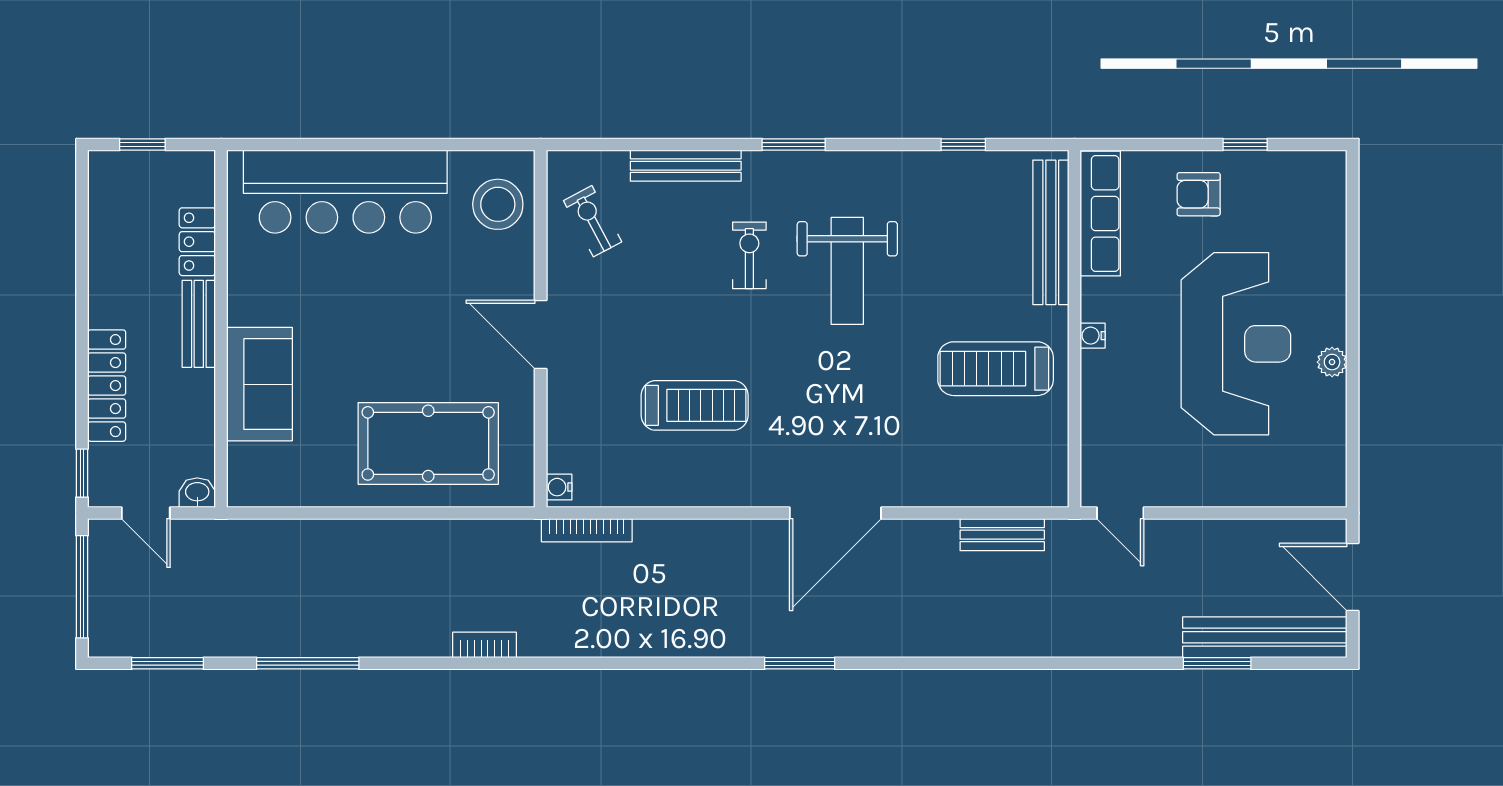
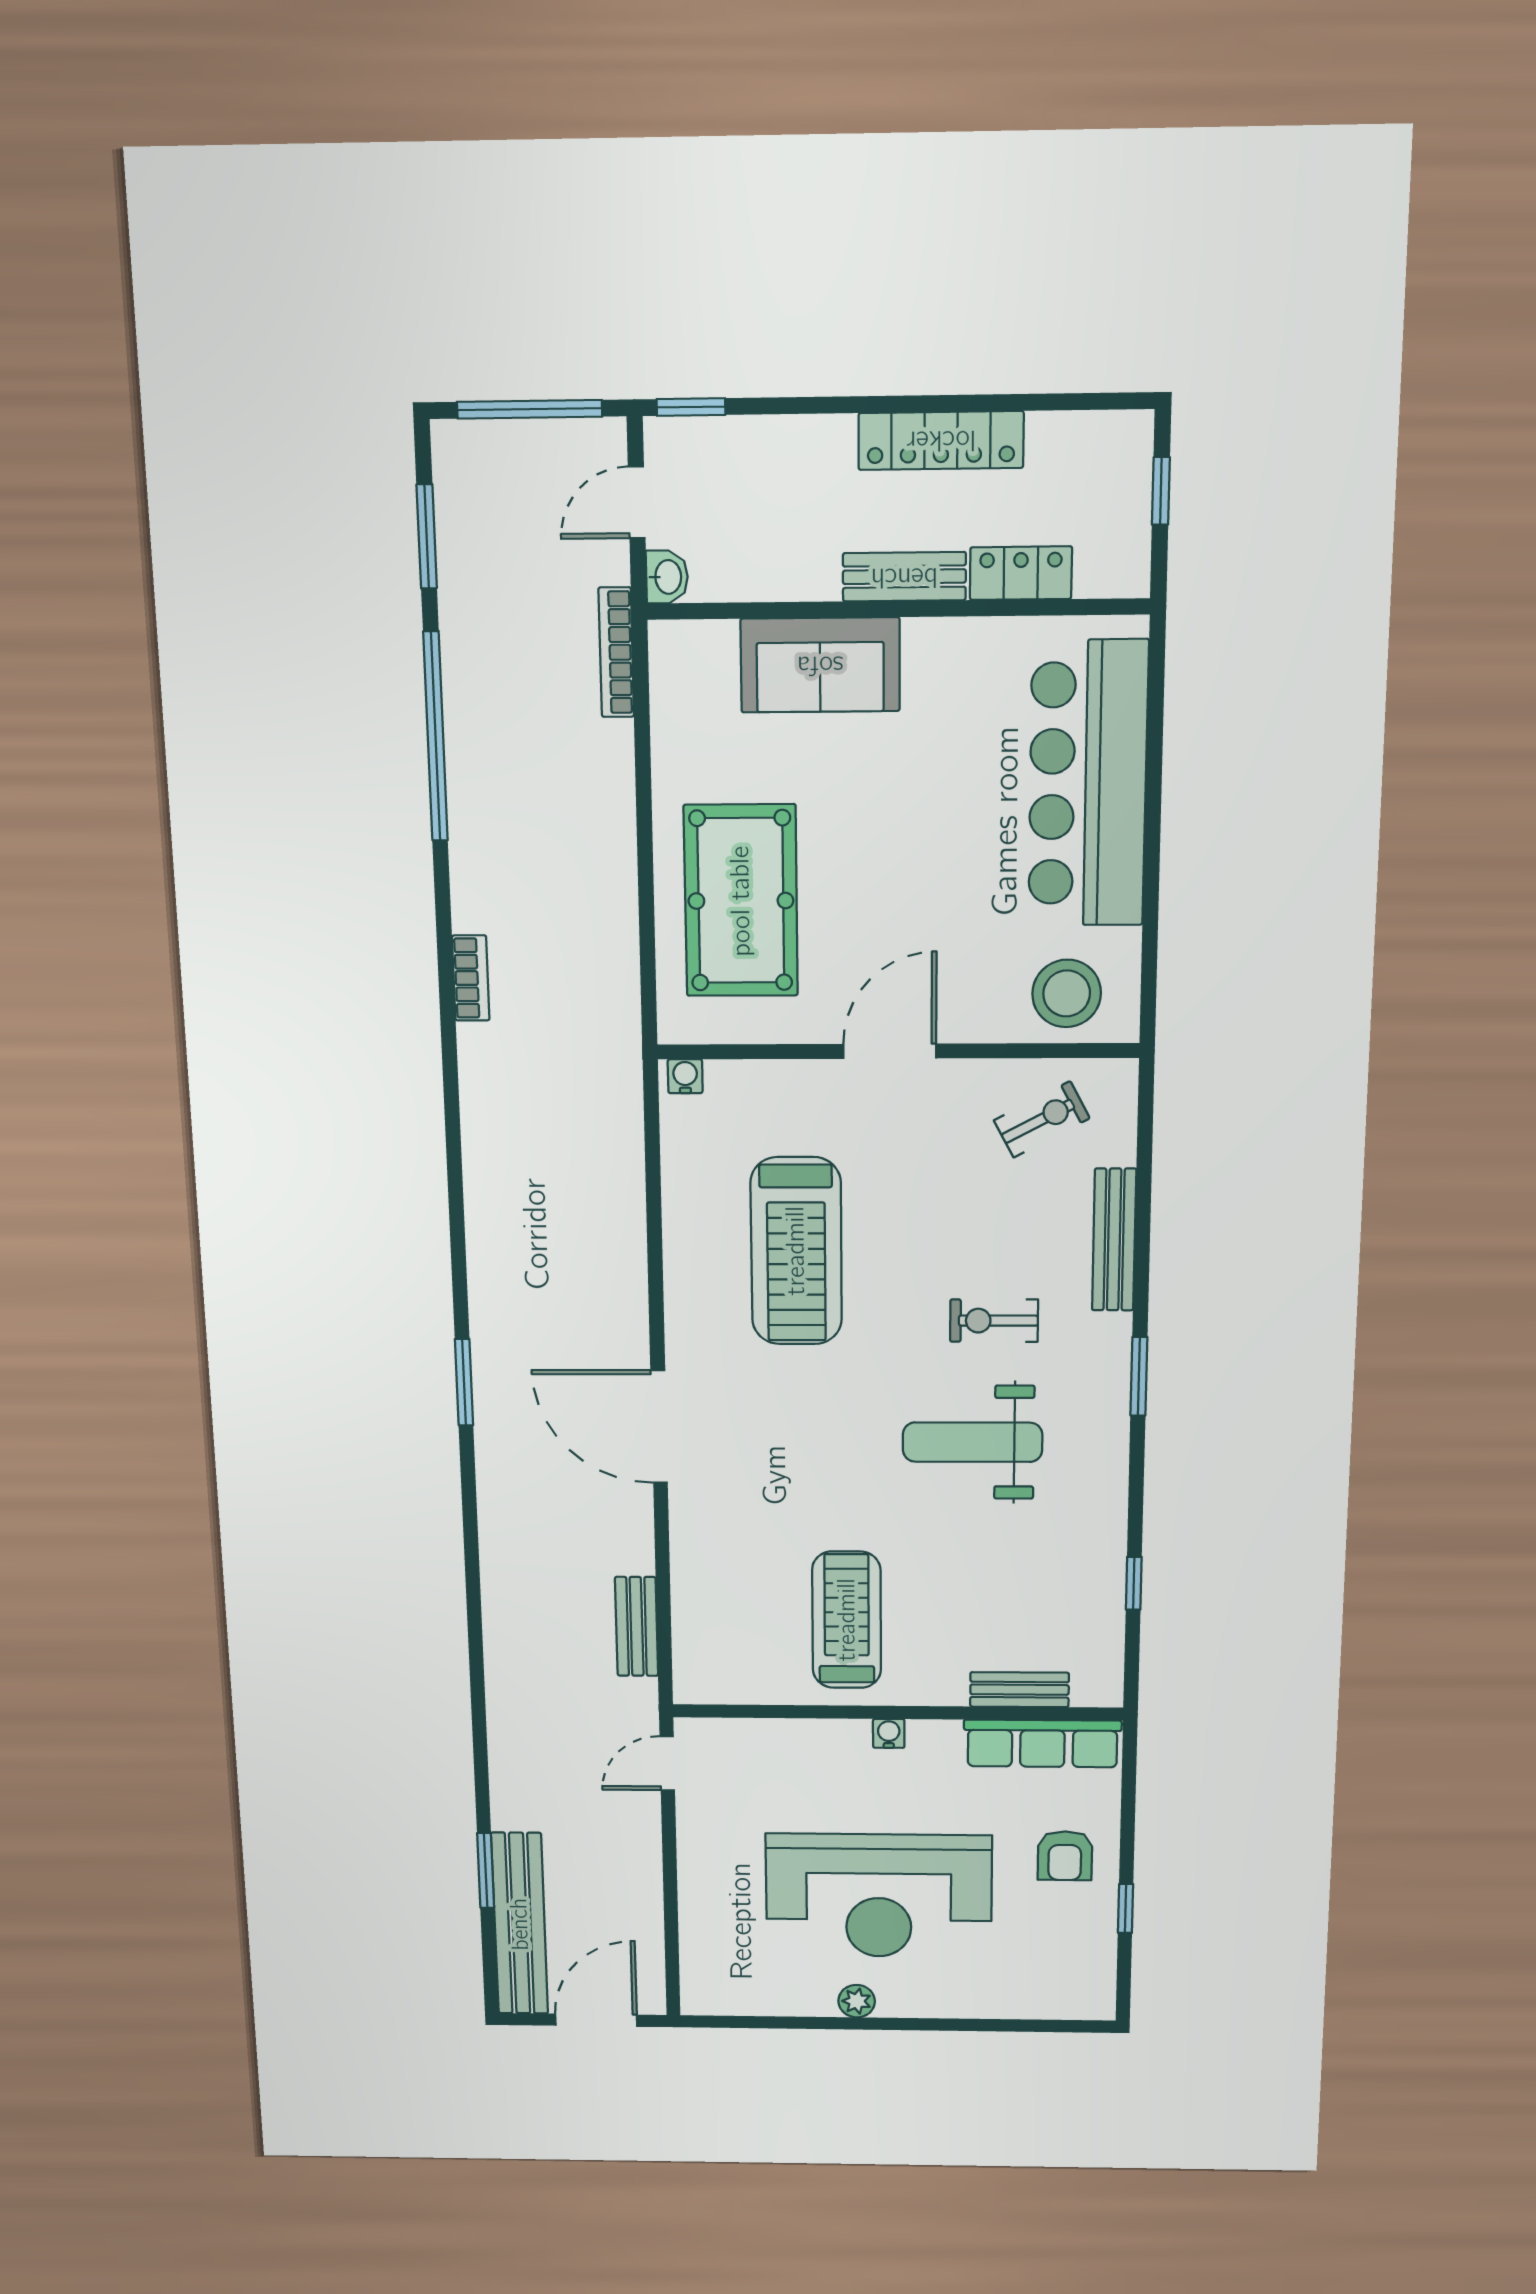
armchair: (1199, 194) -> (1065, 1856), turned 180
bench: (1051, 232) -> (1019, 1690), width x0.54, depth x0.82
exercise bike: (749, 255) -> (994, 1321), turned 180
locker: (107, 386) -> (941, 440), moved
treadmill: (695, 405) -> (796, 1251), width x1.37, depth x1.37
bookcase: (587, 530) -> (616, 652), moved
window: (308, 663) -> (436, 737), width x1.46

